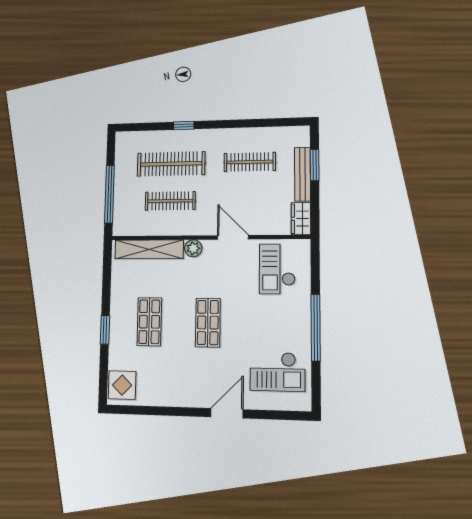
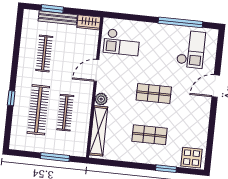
window: (109, 194) -> (55, 157), width x0.68
window: (316, 327) -> (180, 22), moved
window: (105, 330) -> (166, 169), moved
door: (227, 413) -> (216, 86), hinge flipped

